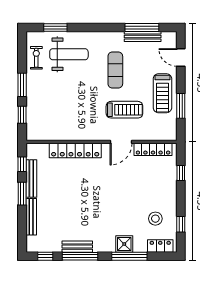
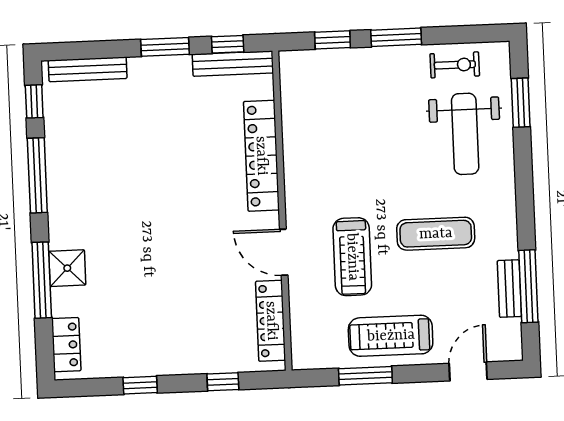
bench: (143, 37) -> (509, 289), width x0.73
bench: (31, 178) -> (233, 64), moved
bench: (31, 217) -> (88, 69), moved
stool: (155, 219) -> (124, 332), removed
window: (181, 224) -> (140, 385), moved
bench: (77, 247) -> (58, 169), removed

